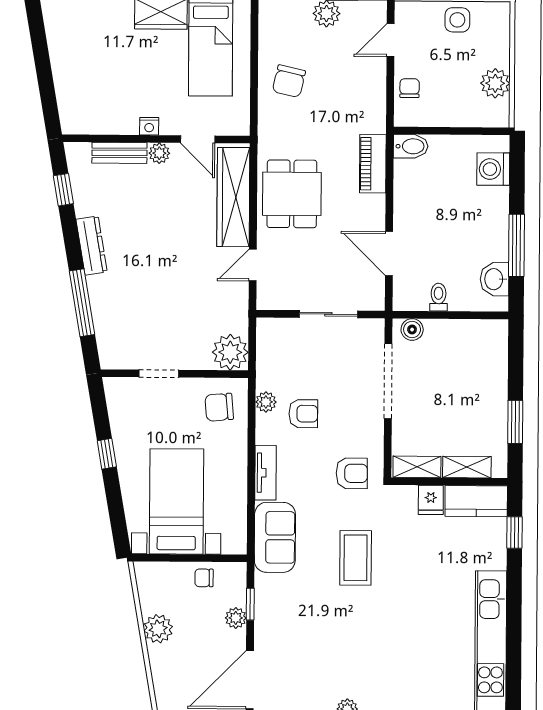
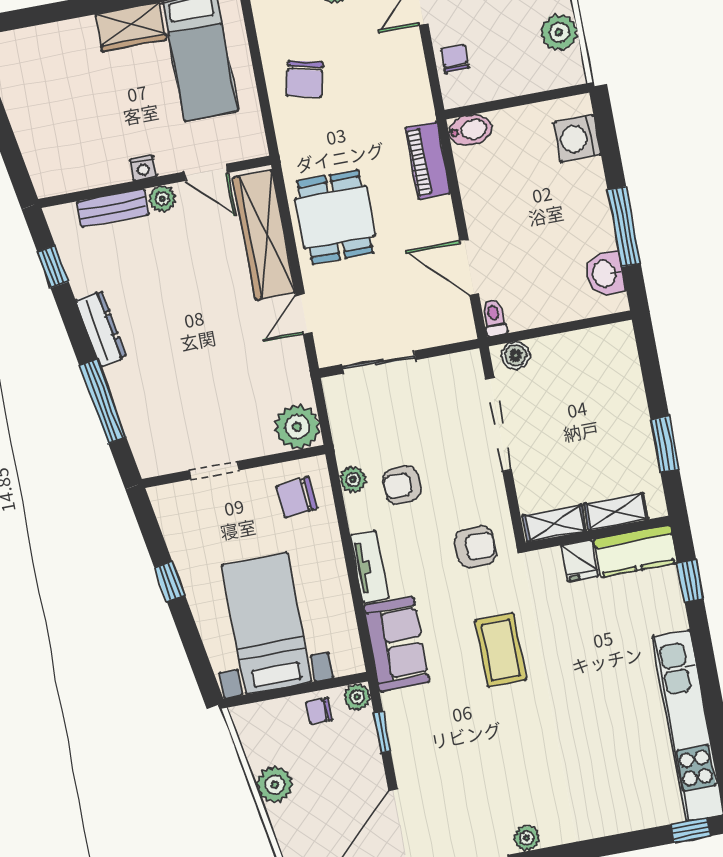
toilet: (439, 297) -> (494, 318), moved
sliding door: (328, 314) -> (379, 362), moved
armchair: (303, 414) -> (402, 485), turned 180
plant: (236, 618) -> (357, 697), moved

